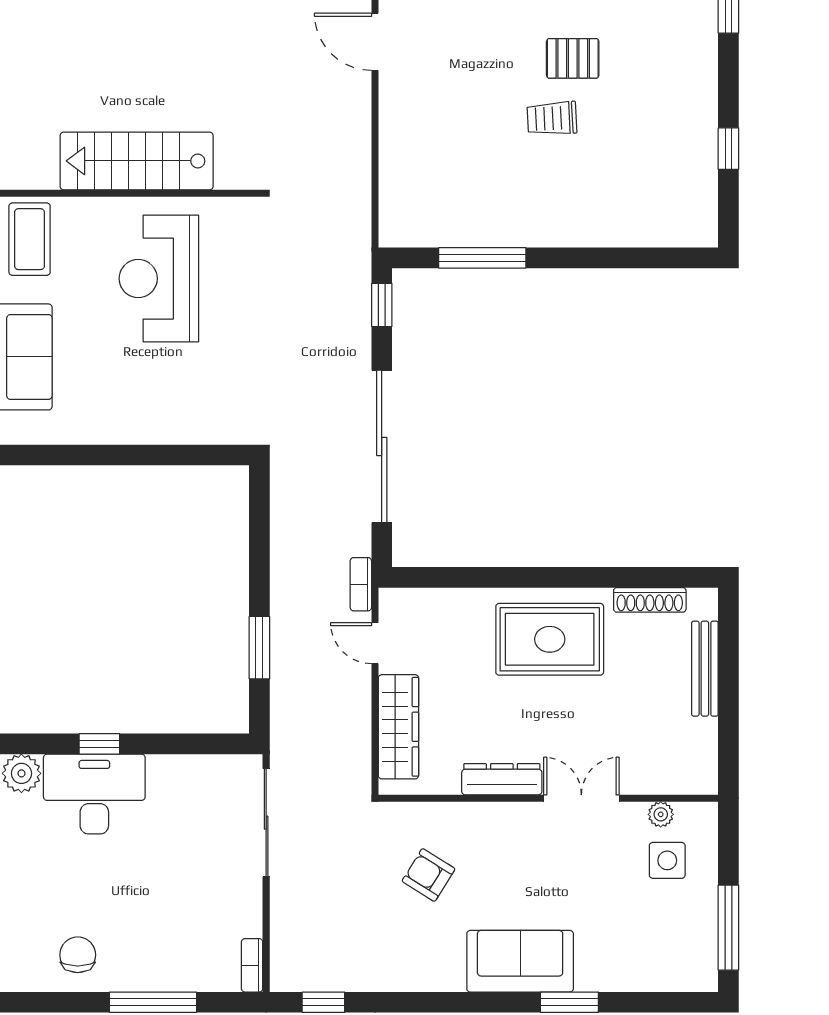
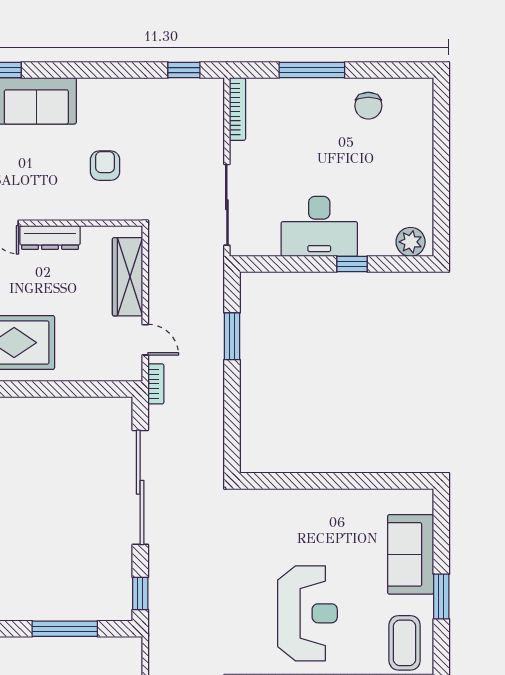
desk: (94, 794) -> (319, 226), moved
armchair: (429, 875) -> (105, 166), turned -122
bookcase: (252, 965) -> (237, 109), width x1.56

